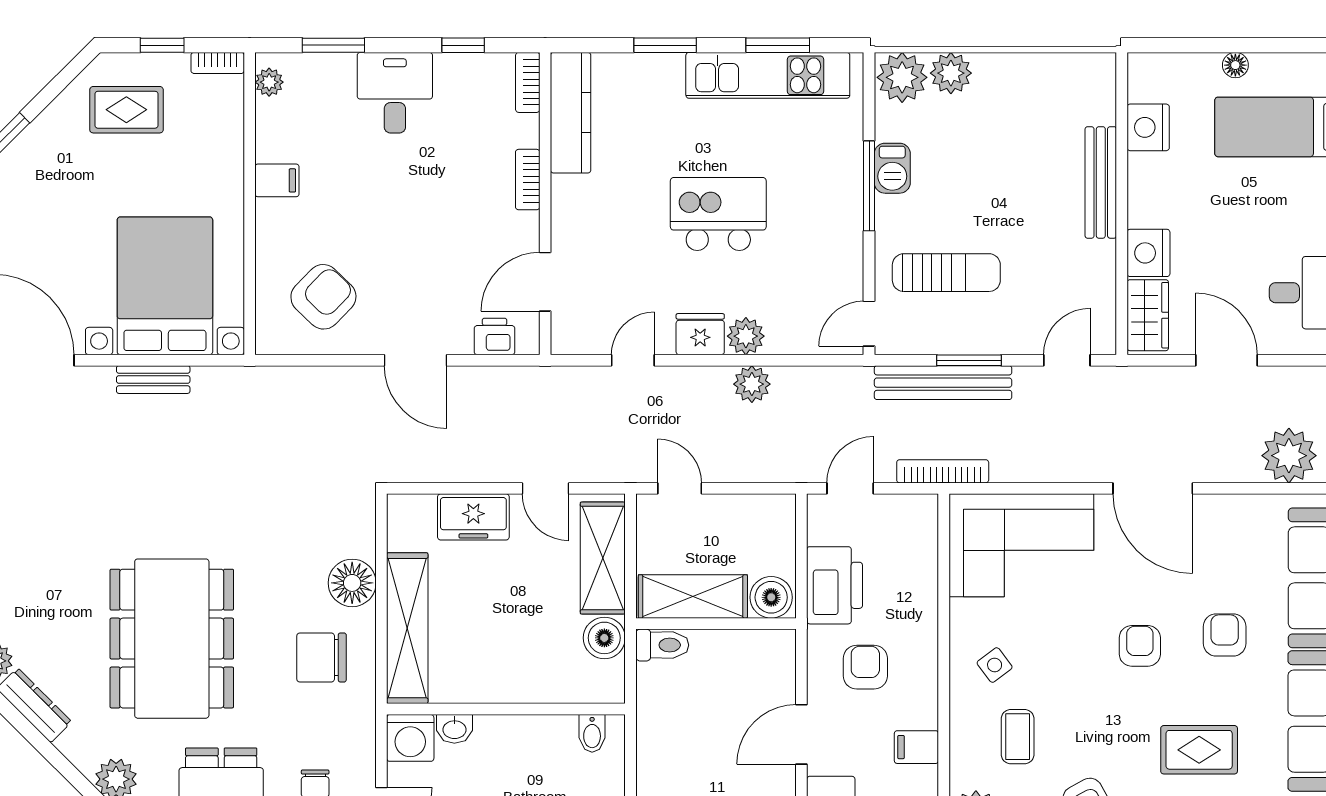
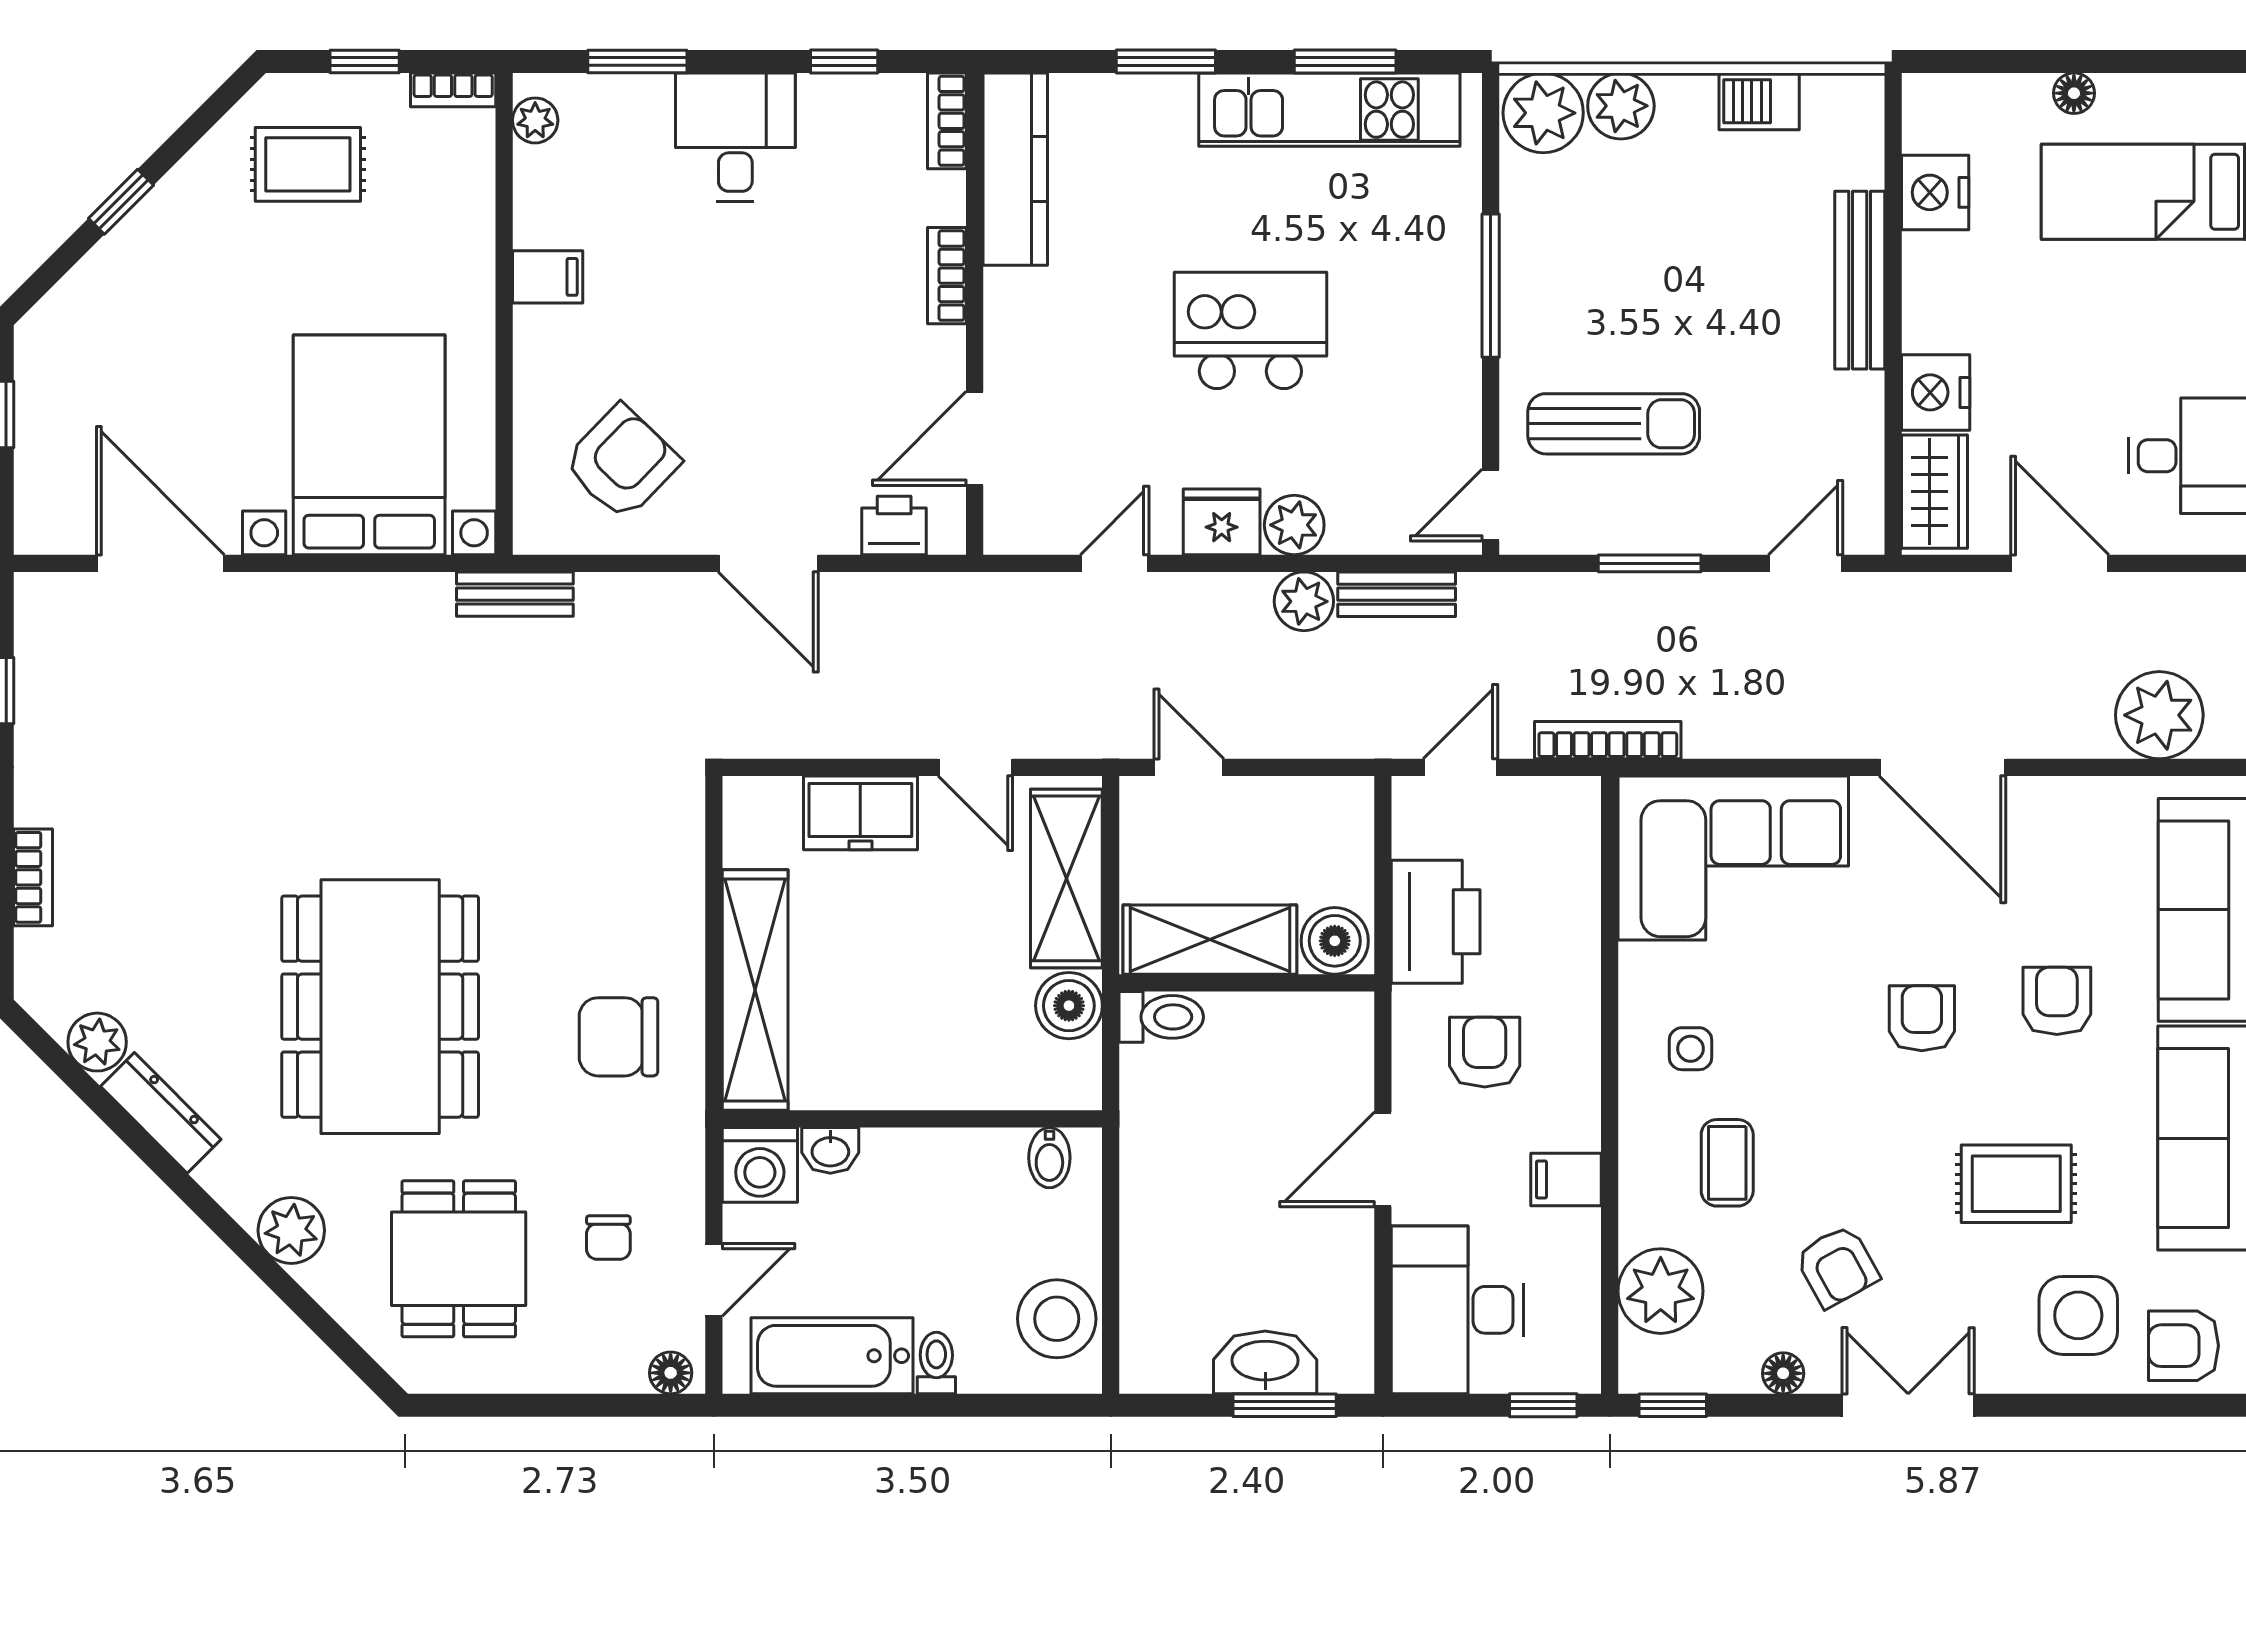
barbecue: (892, 168) -> (1759, 101), moved, turned 90
bench: (153, 380) -> (515, 594), moved
bench: (943, 383) -> (1397, 594), moved, width x0.54, depth x0.82
floor lamp: (352, 583) -> (667, 918), removed
side table: (995, 665) -> (1690, 1049), turned 37

